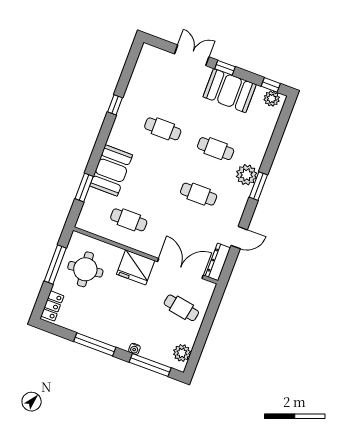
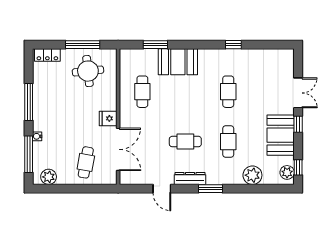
plant: (247, 175) -> (252, 175), moved
cafe table: (199, 194) -> (185, 142), turned 90
dresser: (218, 262) -> (190, 178), moved
fridge: (136, 267) -> (108, 118), width x0.53, depth x0.75

